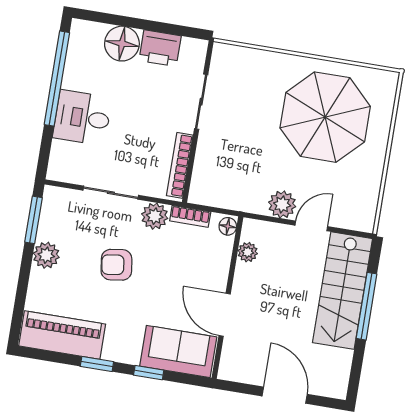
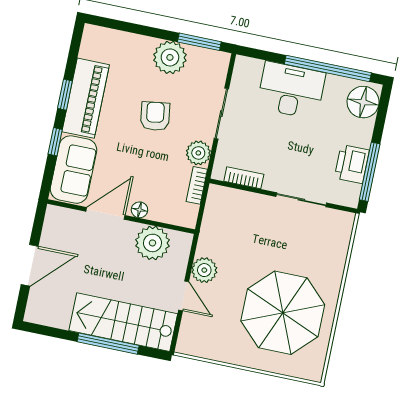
window: (168, 28) -> (370, 172), added
floor lamp: (122, 44) -> (363, 102), moved
desk: (82, 118) -> (291, 90), width x1.37
bookcase: (180, 165) -> (244, 178), width x0.64
floor lamp: (228, 226) -> (139, 210), moved
plant: (248, 252) -> (152, 243), width x1.88, depth x1.88
plant: (46, 255) -> (170, 57), width x1.36, depth x1.36
piano: (62, 335) -> (86, 98), moved

